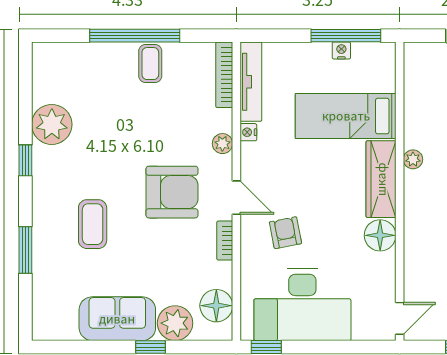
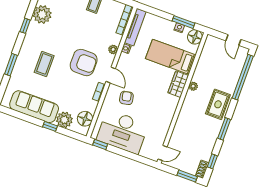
window: (346, 36) -> (184, 22), width x0.69
wardrobe: (381, 179) -> (178, 84), width x0.67
floor lamp: (380, 235) -> (195, 37), moved
sofa: (117, 319) -> (34, 107), width x1.36

